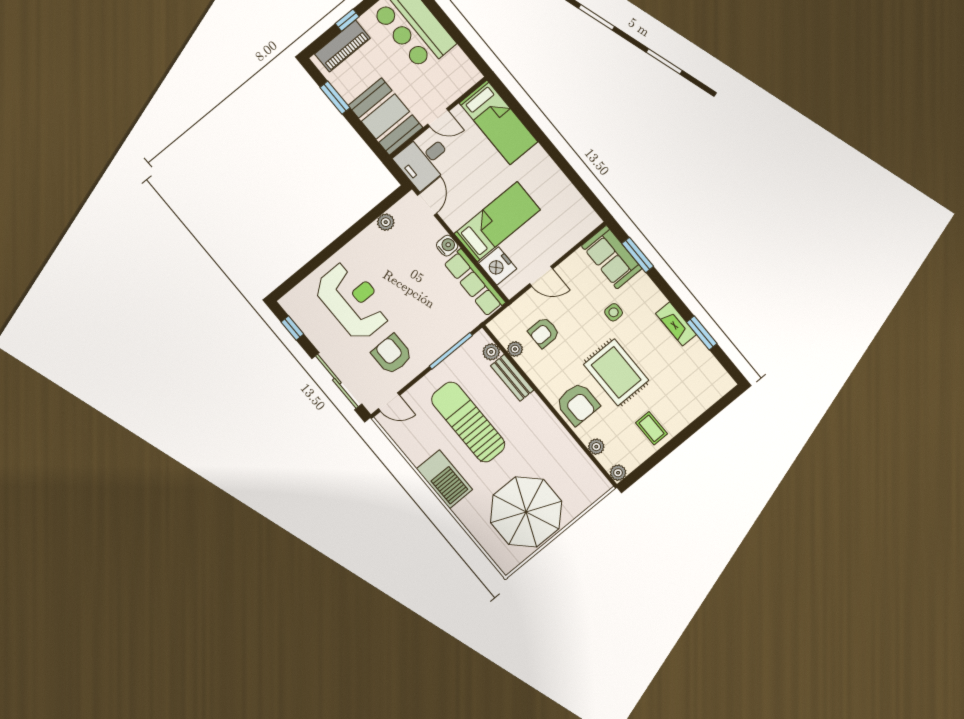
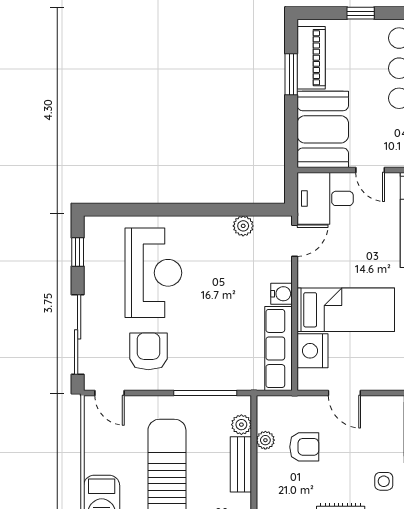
piano: (342, 46) -> (311, 58), moved, turned -90
armchair: (544, 333) -> (304, 447), turned 180

